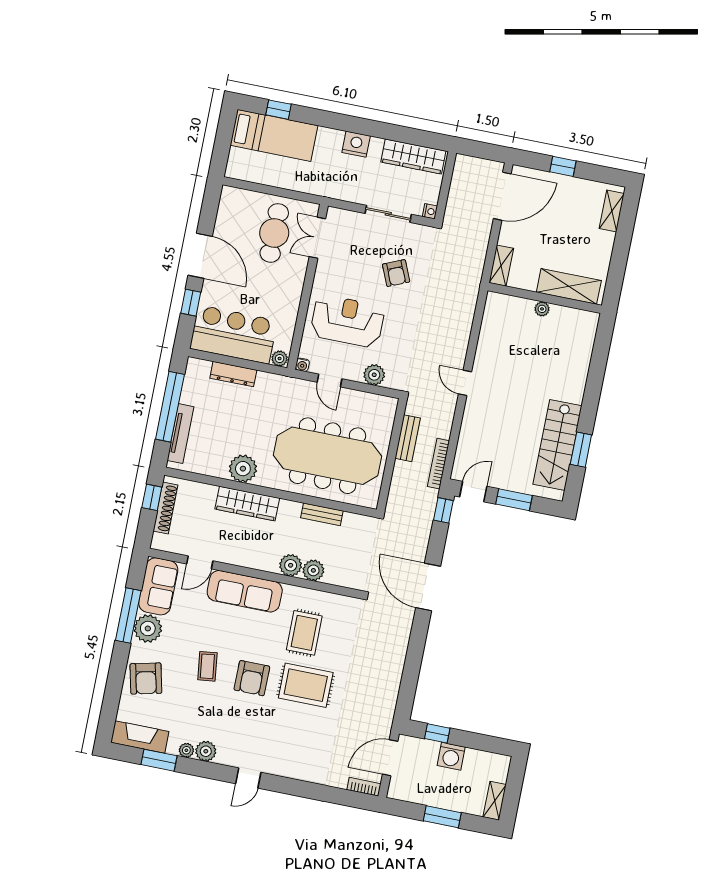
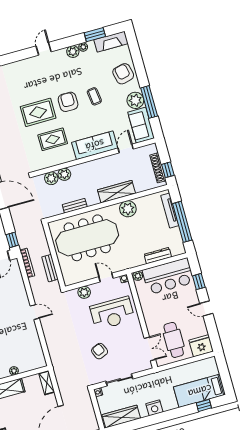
fridge: (237, 203) -> (201, 346), added
door: (200, 256) -> (206, 308), width x0.53
plant: (291, 565) -> (51, 178), moved
rug: (304, 633) -> (53, 139), turned 90

